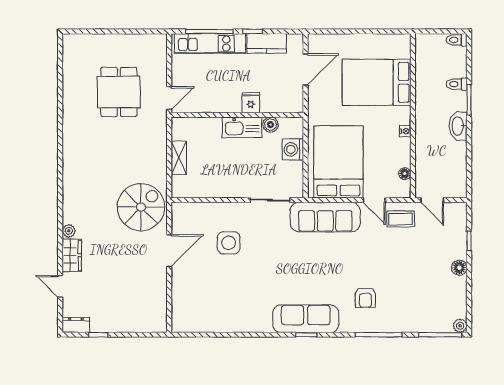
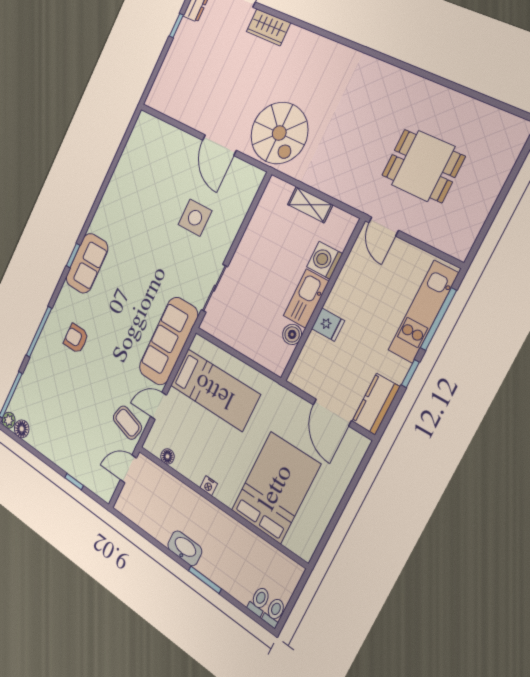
kitchen counter: (267, 43) -> (376, 404), moved
toilet: (457, 84) -> (259, 601), moved
washing machine: (293, 149) -> (325, 260), moved, turned -90
bed: (338, 162) -> (215, 390), width x0.67
coffee table: (401, 219) -> (127, 423), turned -74
plant: (69, 231) -> (296, 34), removed
floor lamp: (459, 268) -> (22, 429), moved
sofa: (306, 319) -> (87, 263), width x0.73

